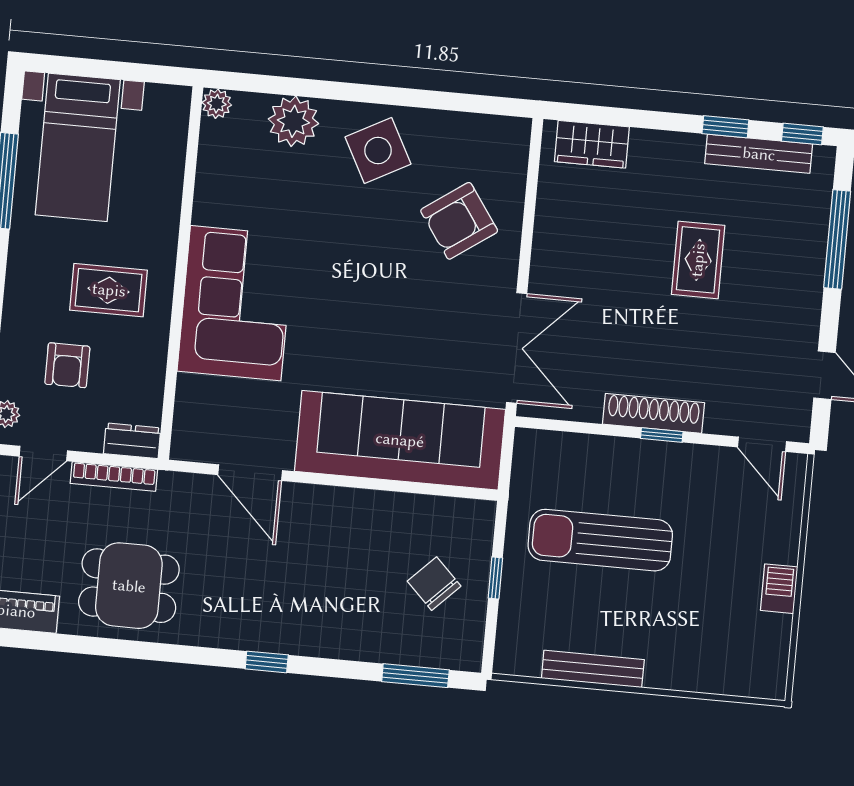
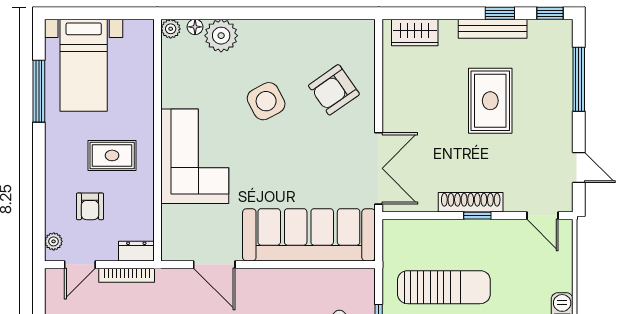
floor lamp: (254, 104) -> (195, 27), added
side table: (378, 150) -> (266, 101), moved
bench: (759, 154) -> (493, 29), moved
rug: (698, 260) -> (490, 101), width x1.36, depth x1.43
sun lounger: (600, 540) -> (444, 287), turned 180

